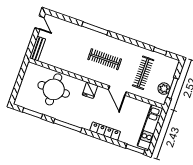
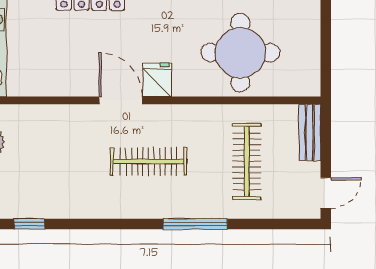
door: (39, 23) -> (326, 193), swing flipped
clothes rail: (143, 73) -> (247, 162), moved
door: (117, 91) -> (121, 100), moved

